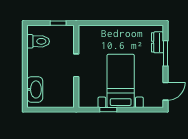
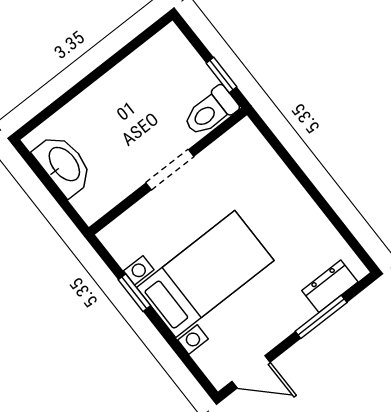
toilet: (38, 41) -> (210, 111), moved, turned 90
washbasin: (35, 89) -> (63, 165), moved, turned -90

